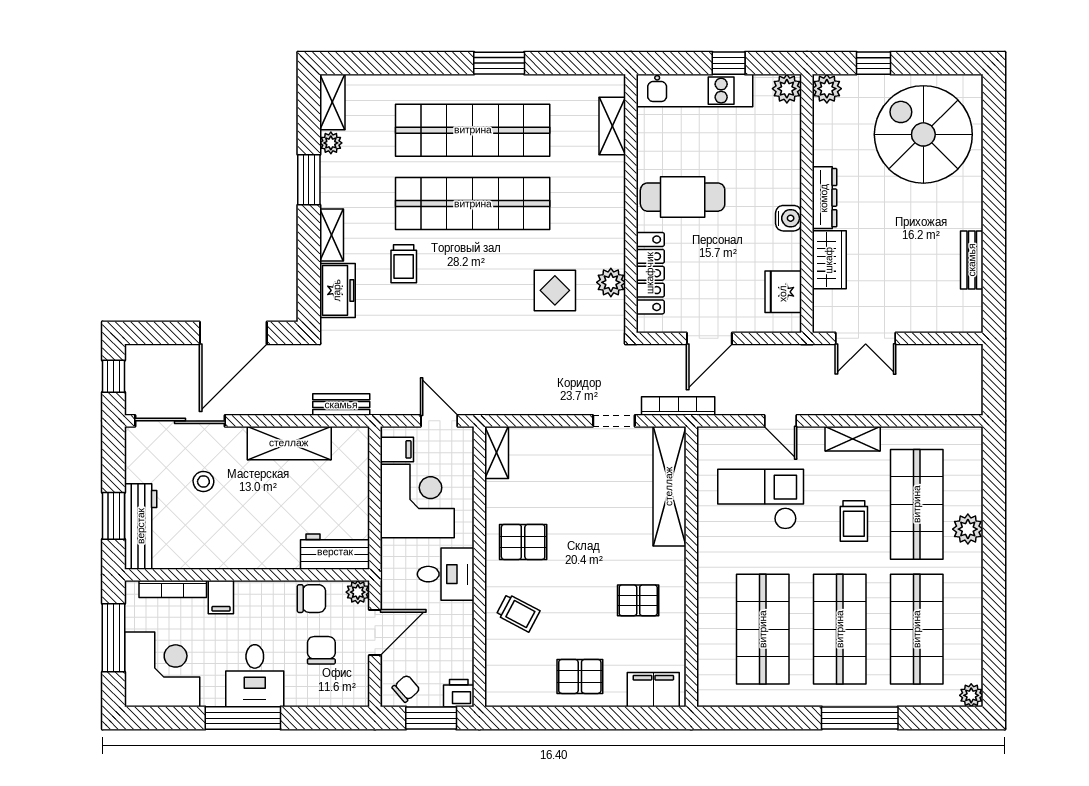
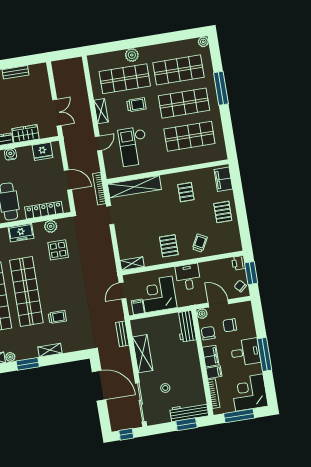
freezer: (337, 290) -> (21, 233), moved, turned 180
filing cabinet: (259, 596) -> (211, 356), added

